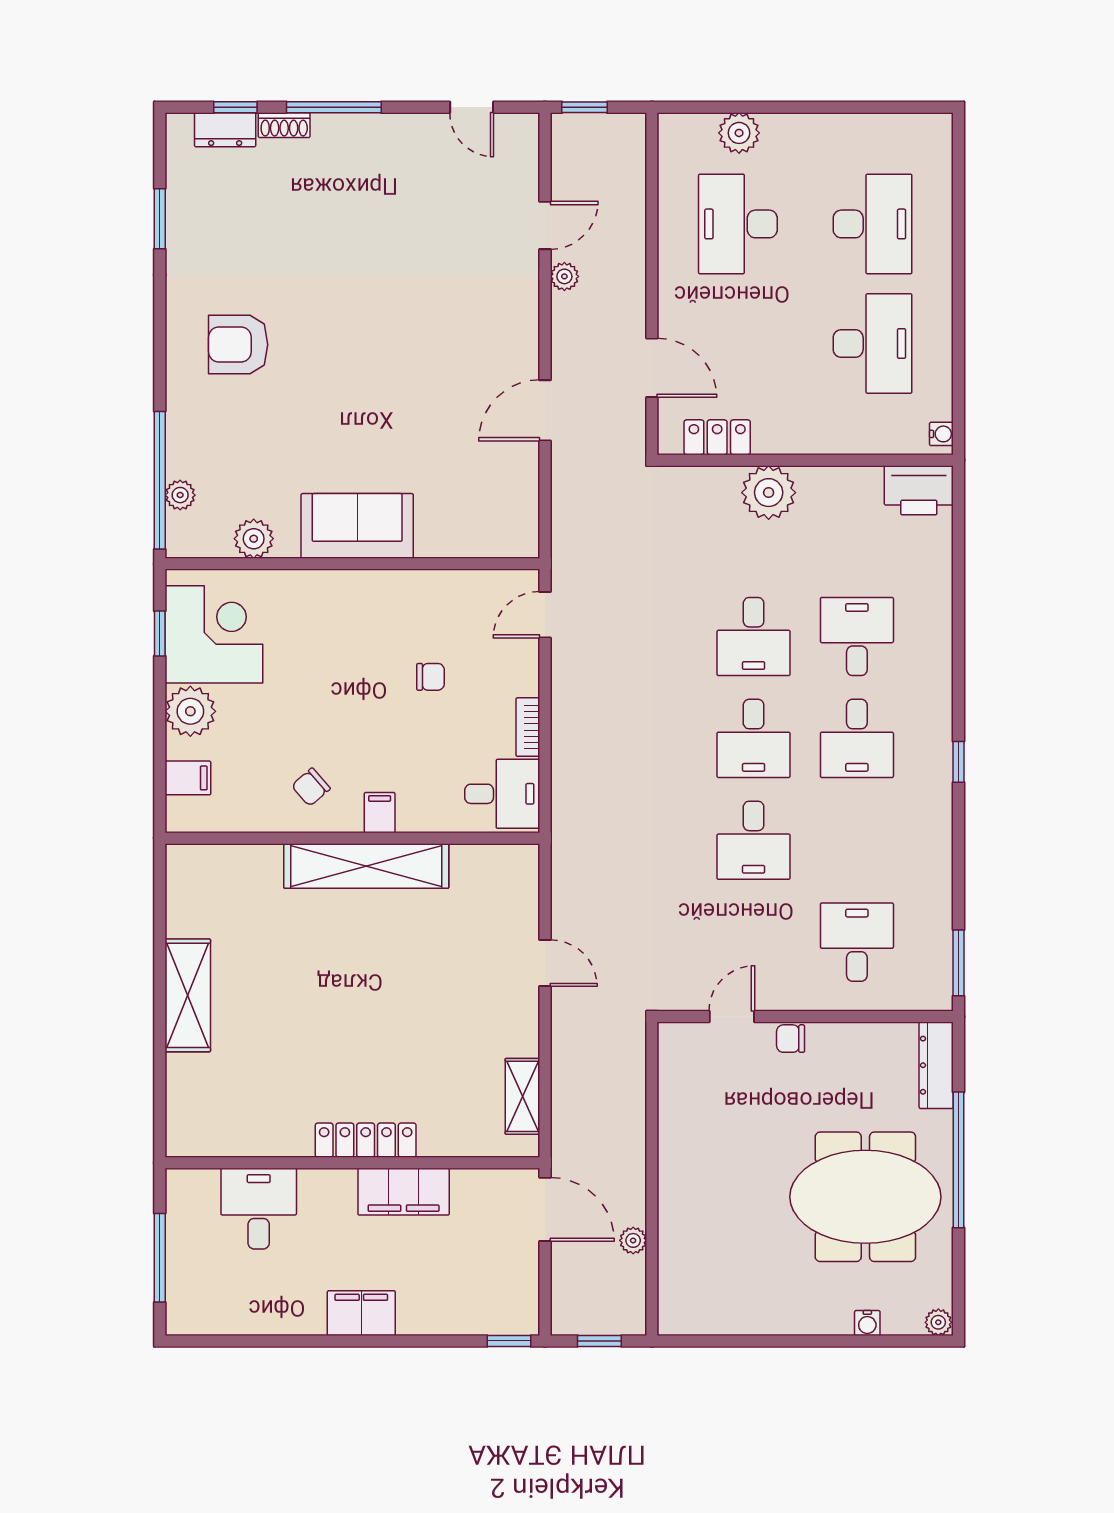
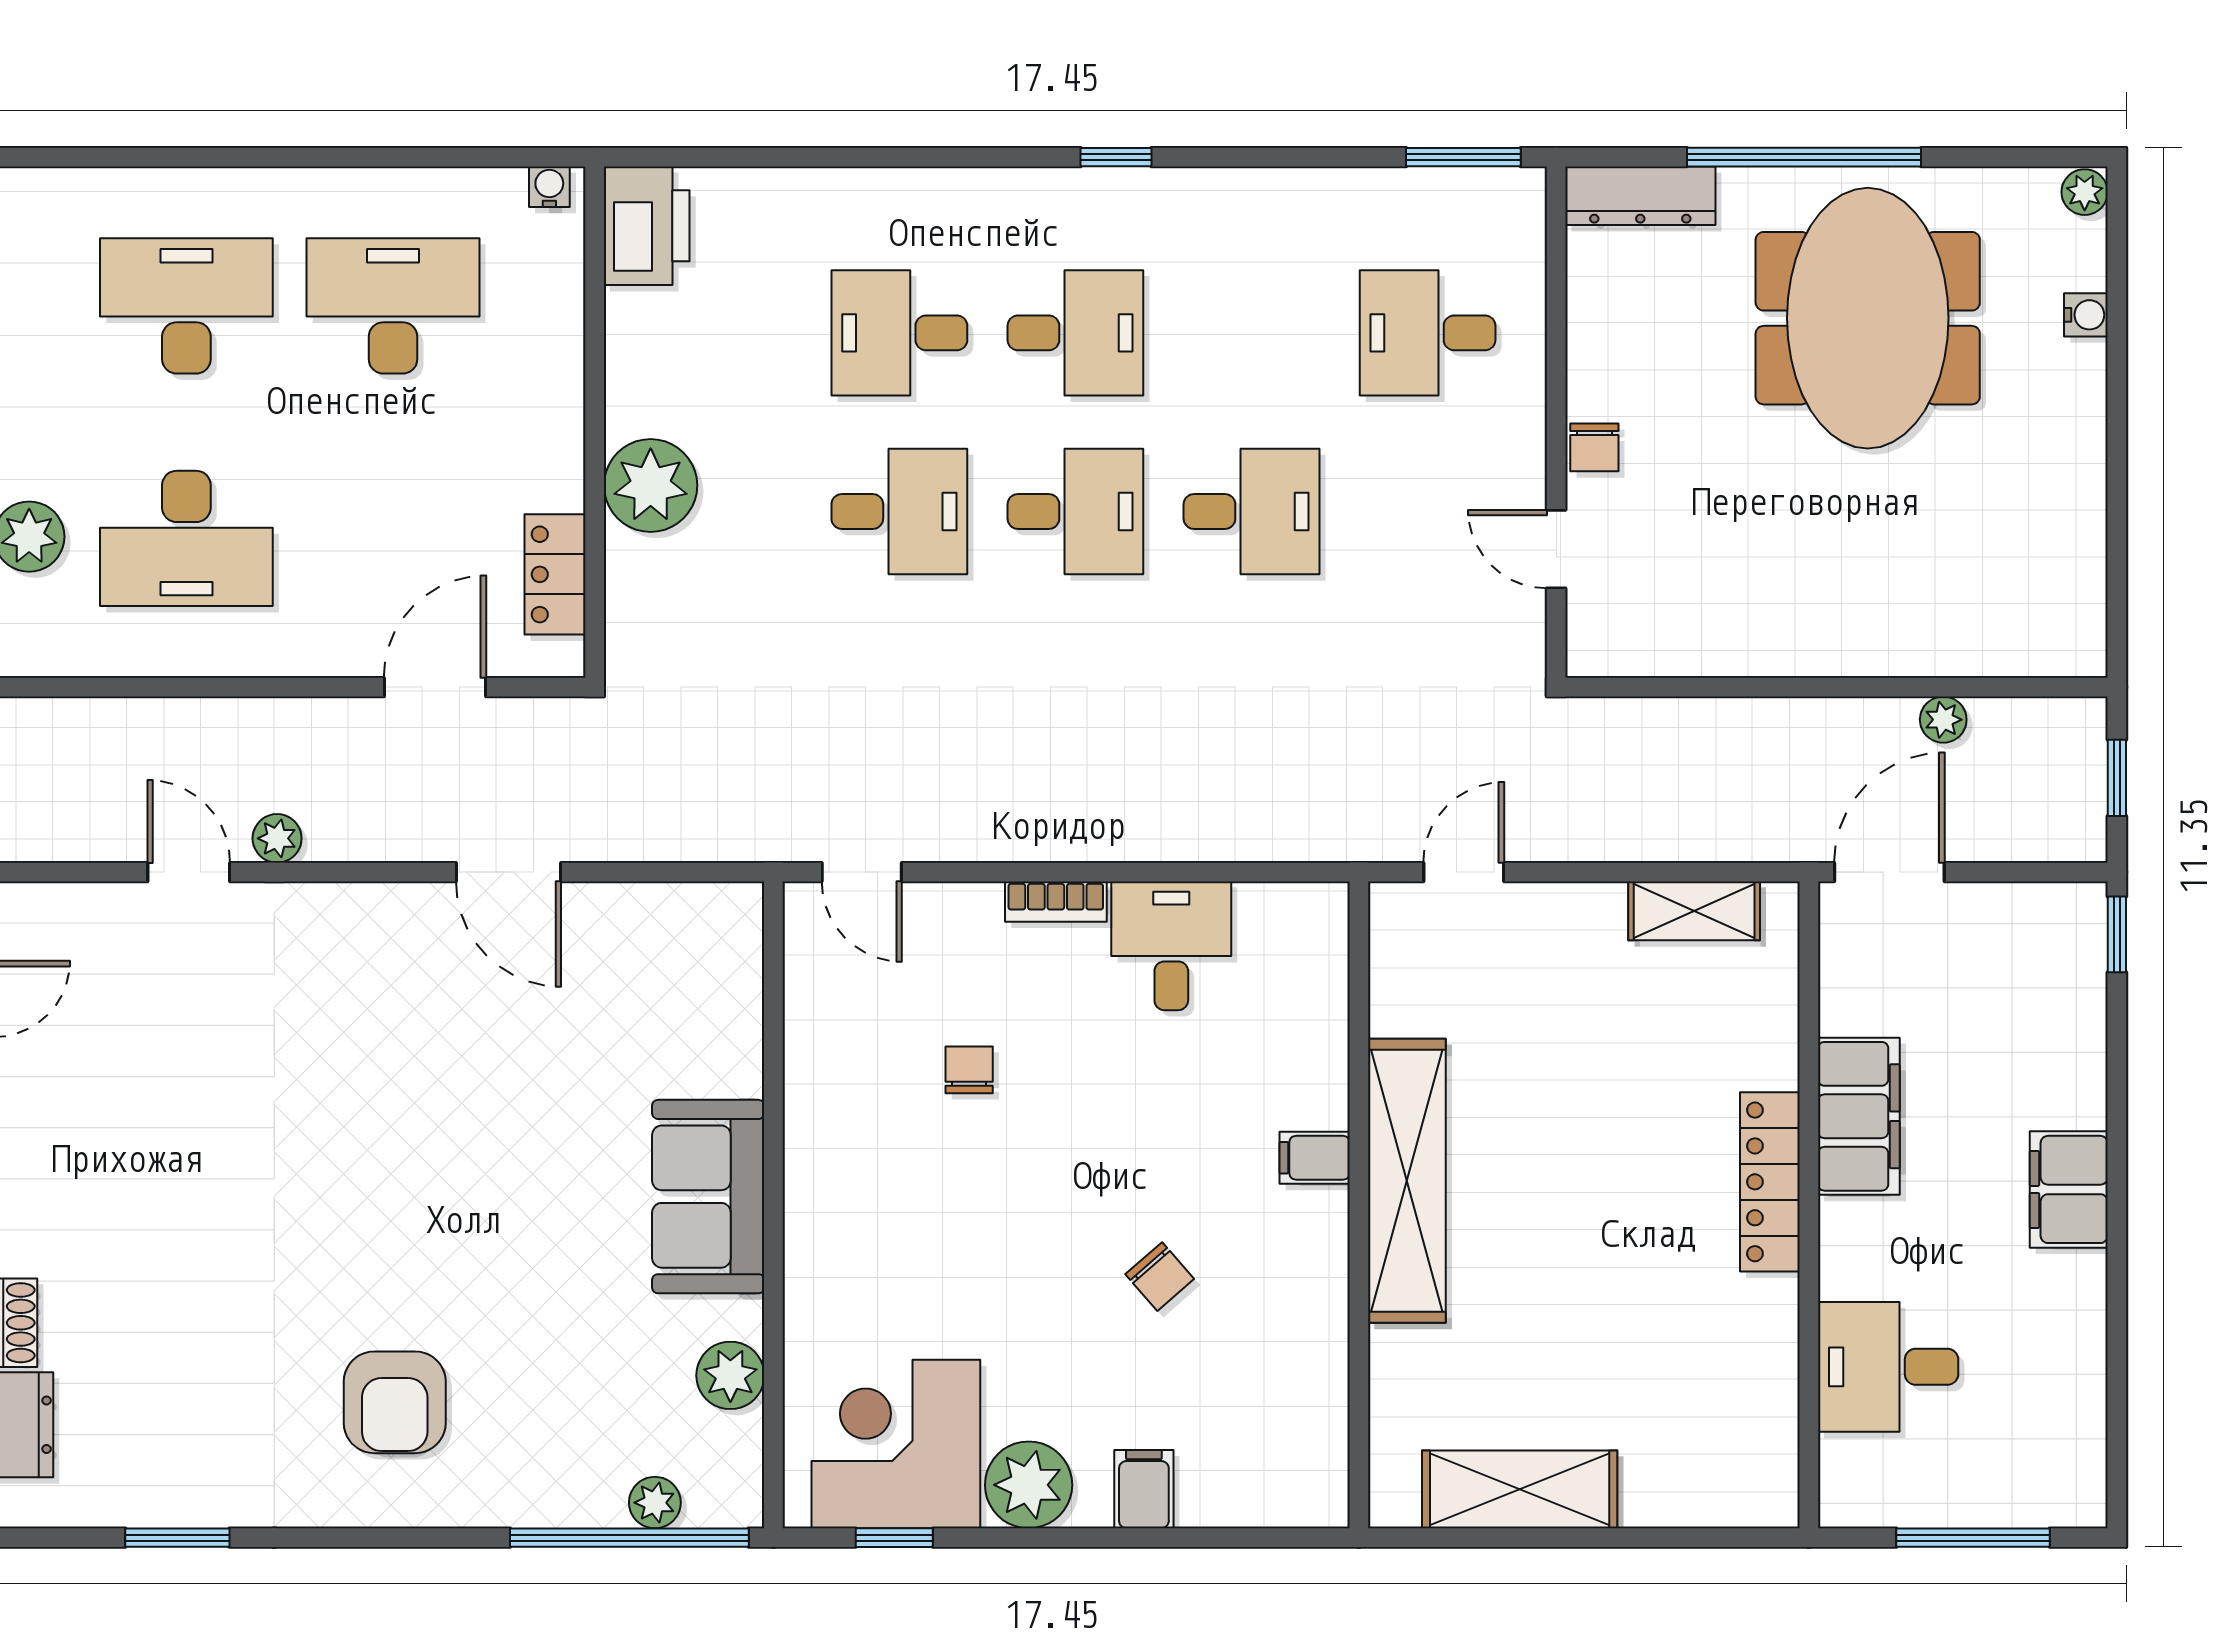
filing cabinet: (380, 813) -> (1315, 1158), moved
wall: (352, 838) -> (1359, 1205), moved
shelving: (366, 866) -> (1407, 1181), moved

